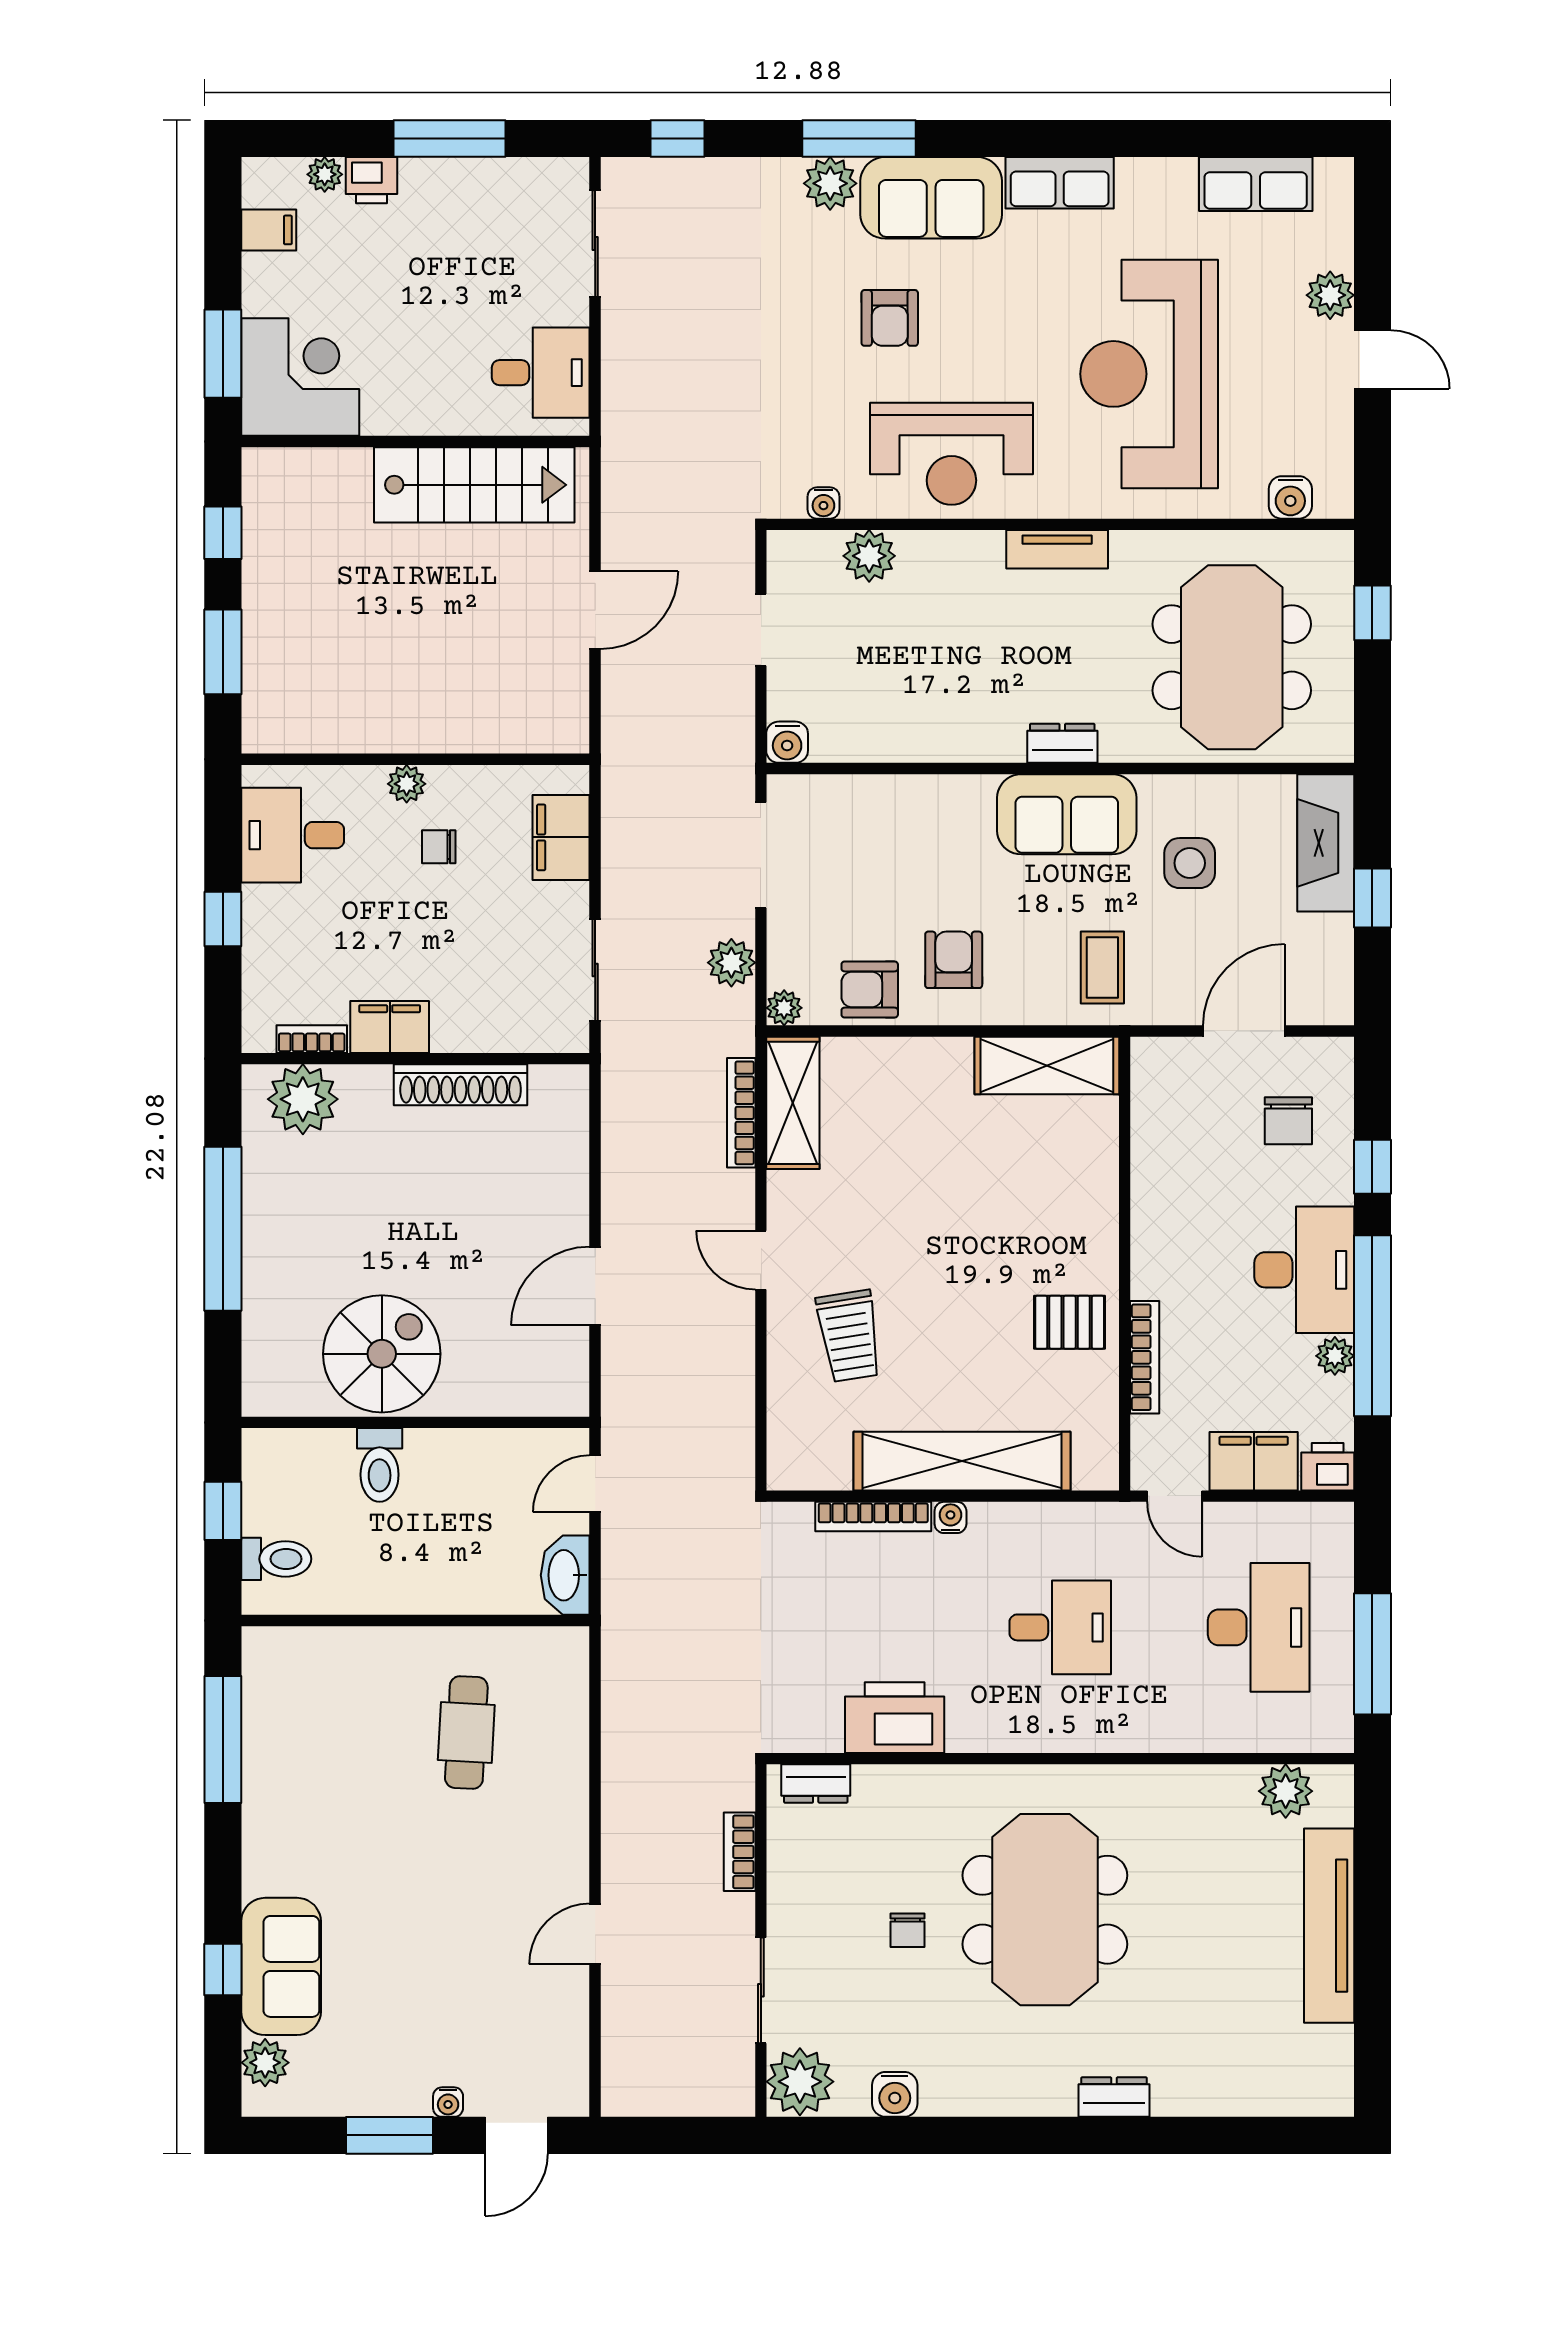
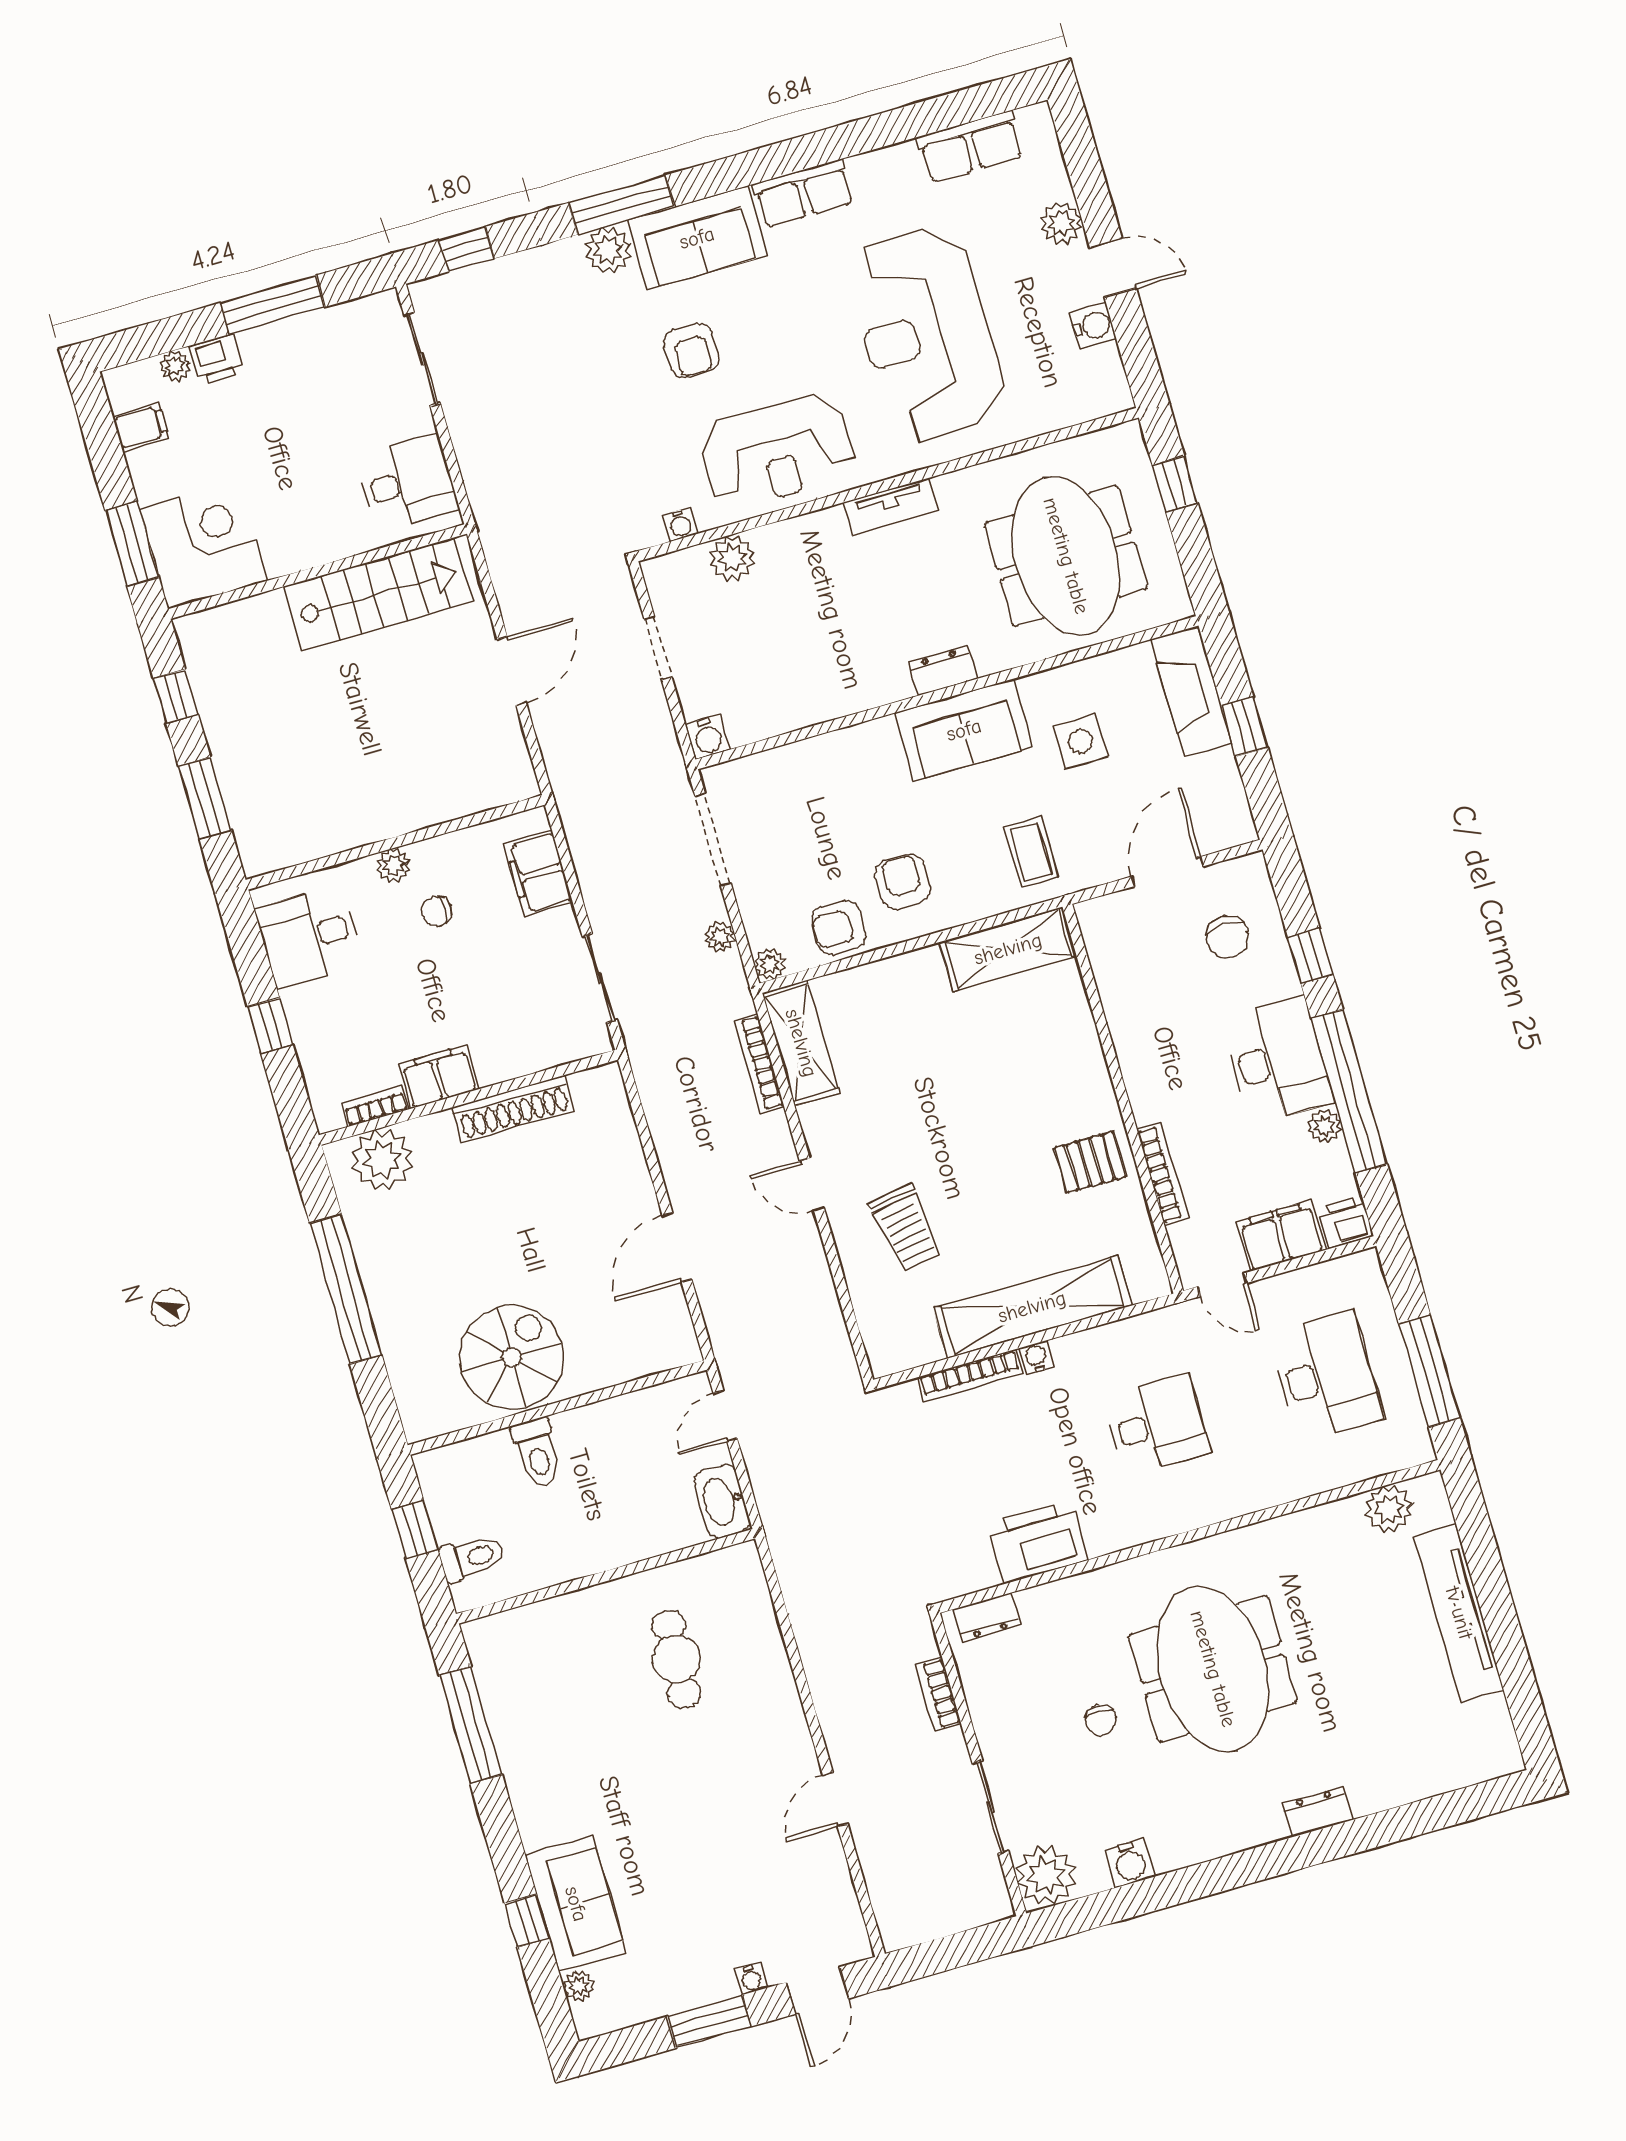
water cooler: (1290, 497) -> (1093, 326), moved, turned -90
plant: (731, 963) -> (720, 937), width x0.73, depth x0.73
plant: (265, 2063) -> (578, 1986), width x0.73, depth x0.73

